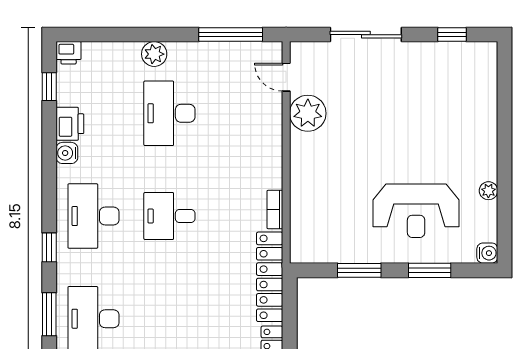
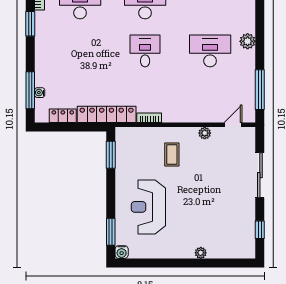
plant: (308, 113) -> (205, 133), width x0.53, depth x0.53
coffee table: (333, 174) -> (172, 154), added
plant: (488, 191) -> (201, 253), moved
window: (359, 270) -> (111, 155), moved
window: (430, 270) -> (111, 232), moved

